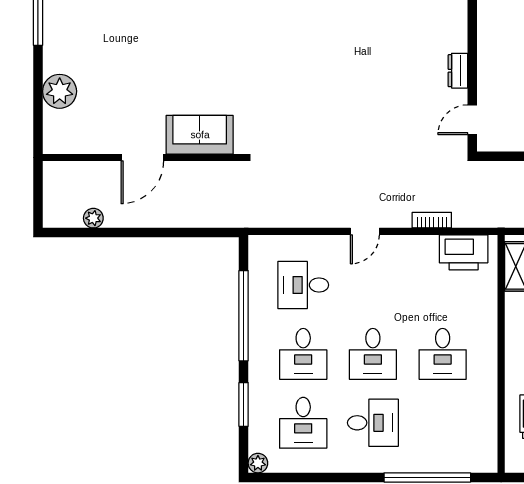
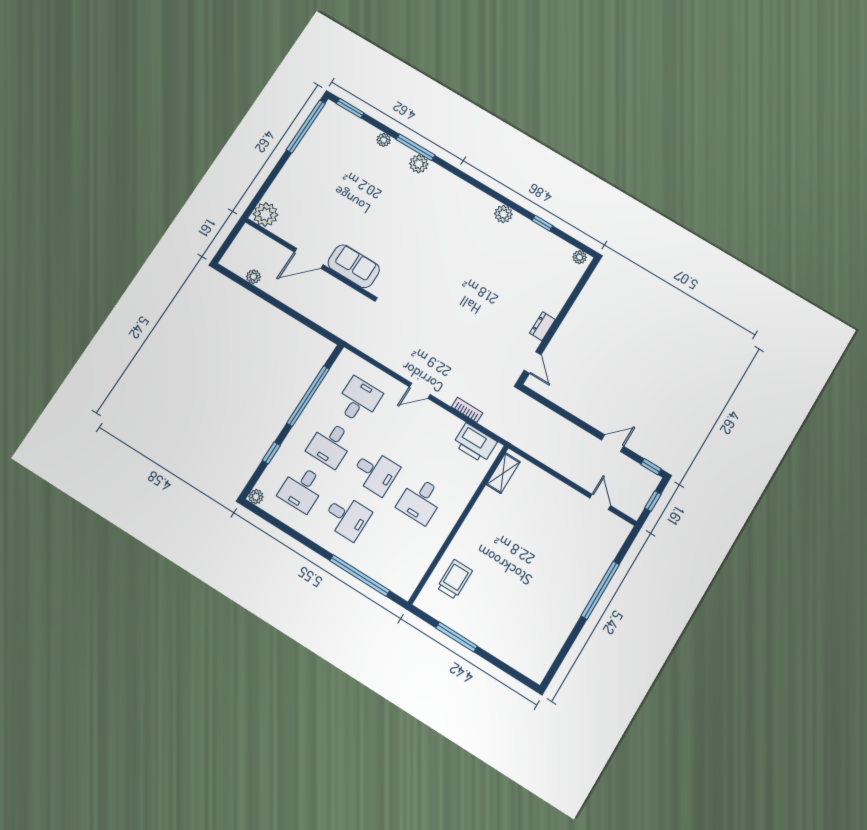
plant: (60, 91) -> (265, 214), moved
door: (472, 120) -> (533, 362), swing flipped
desk: (303, 285) -> (359, 400), turned 90
desk: (373, 354) -> (375, 472), turned -90
window: (244, 404) -> (271, 453), width x0.67

